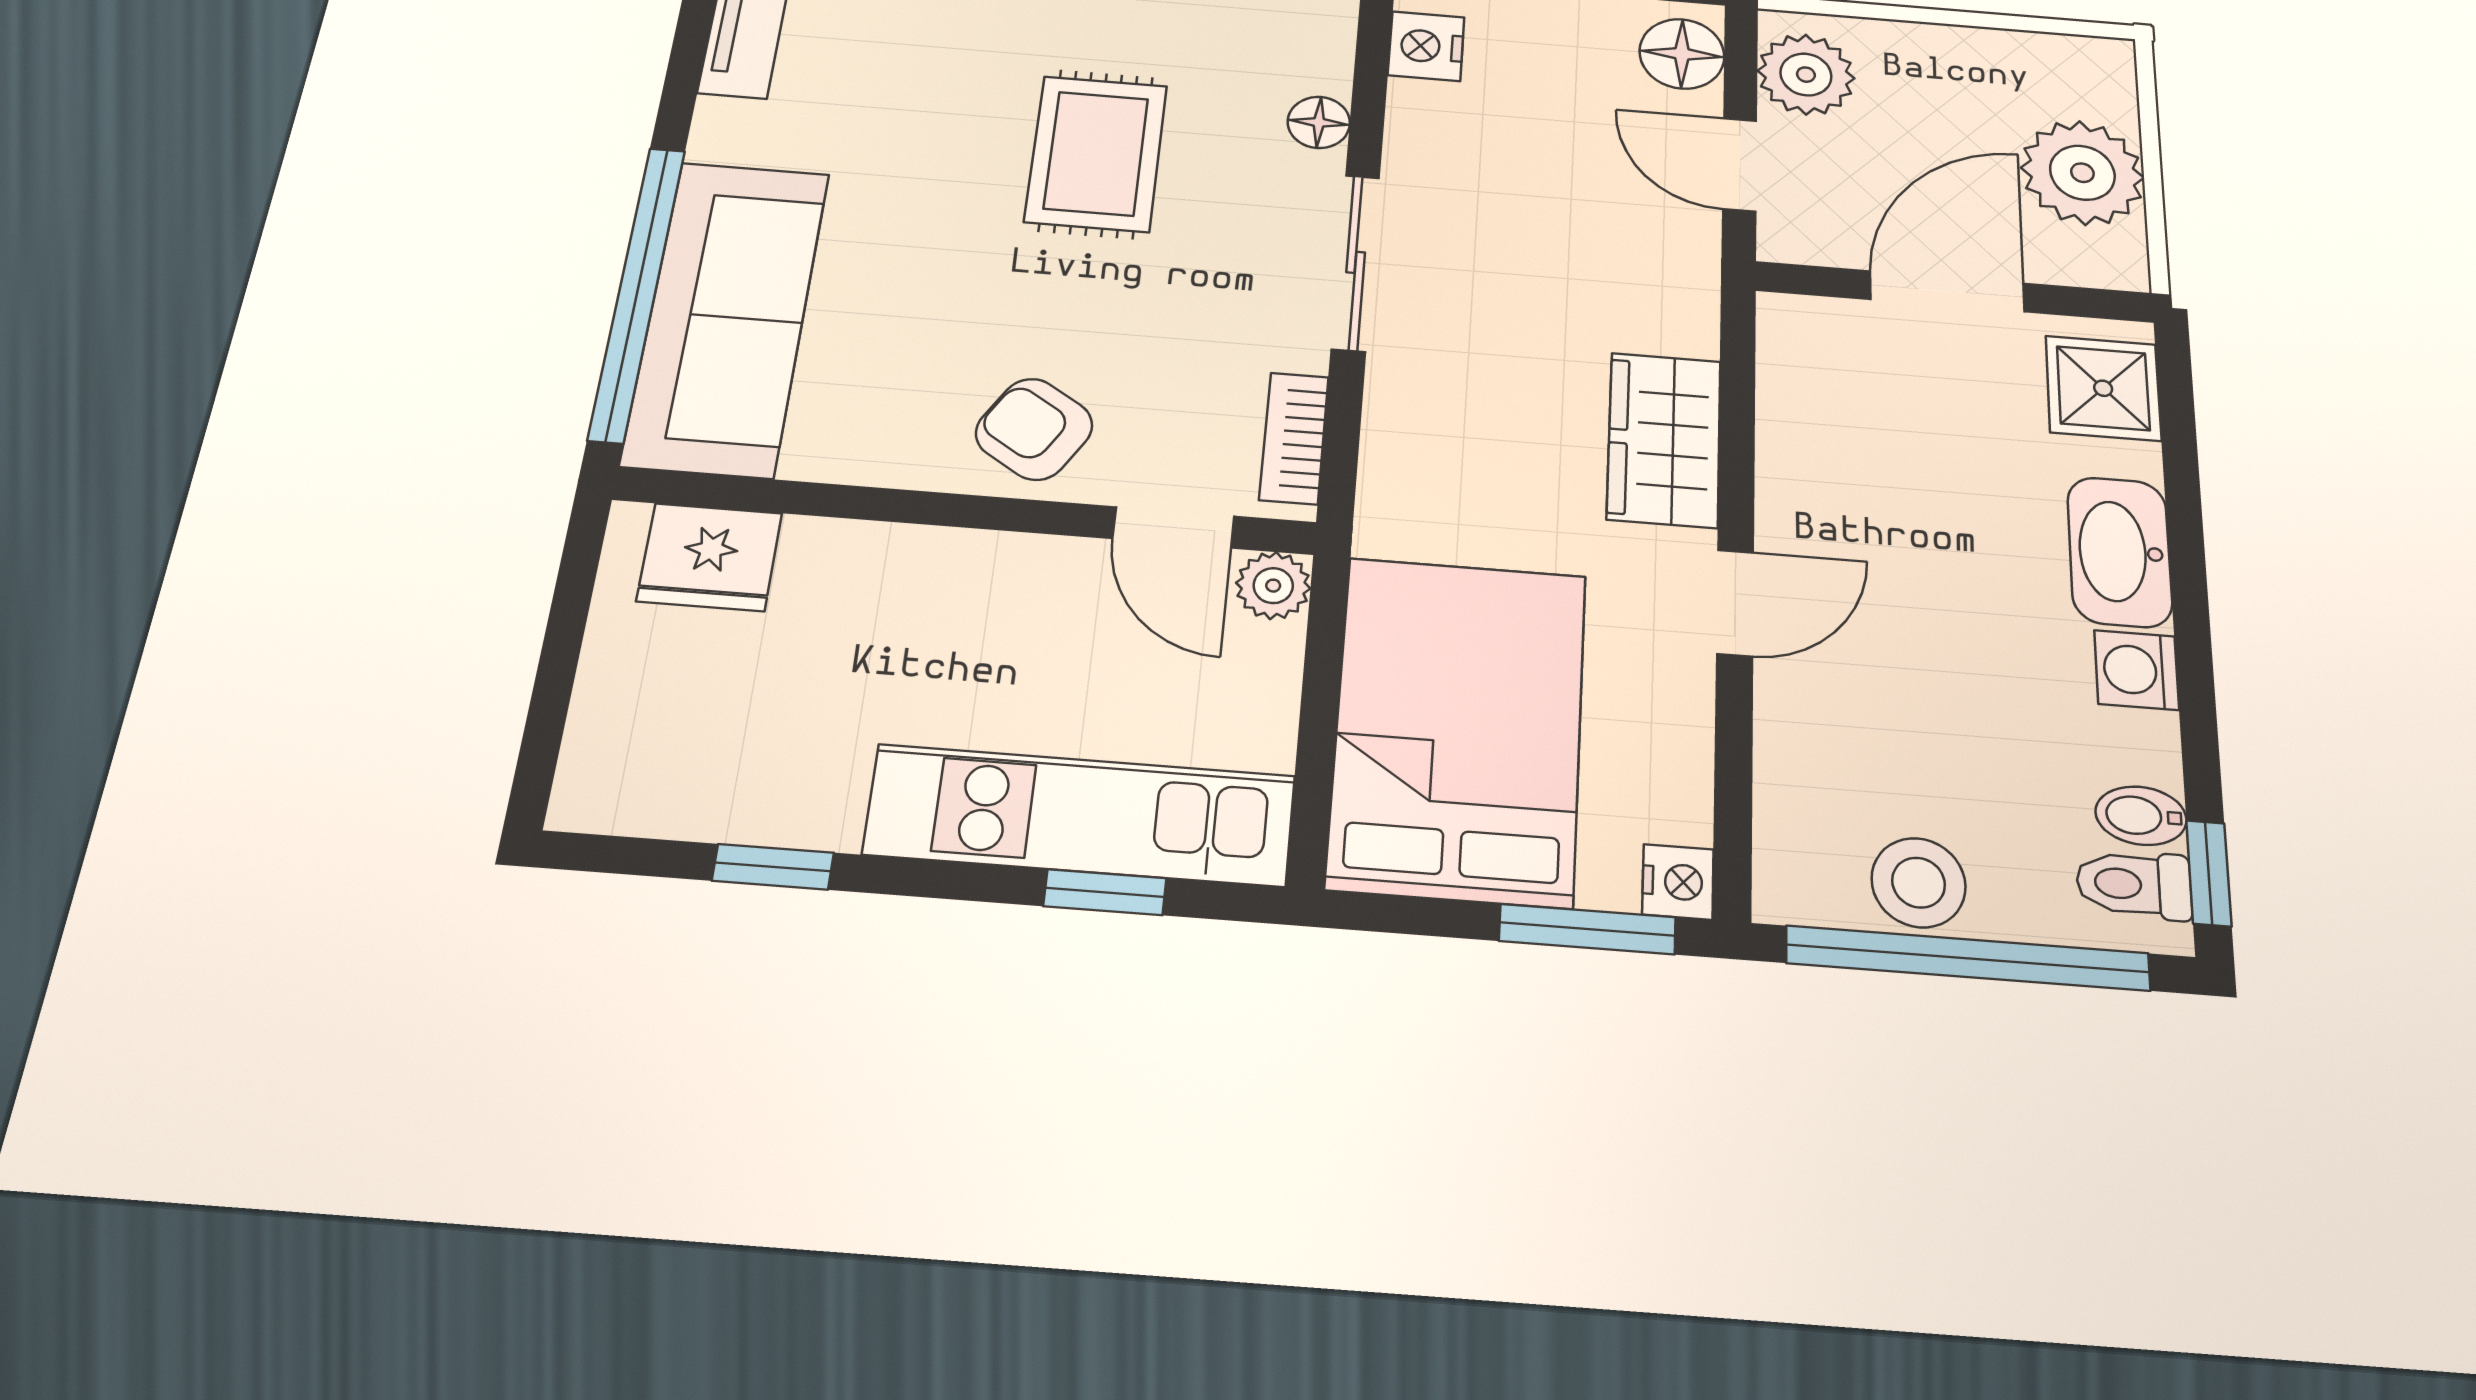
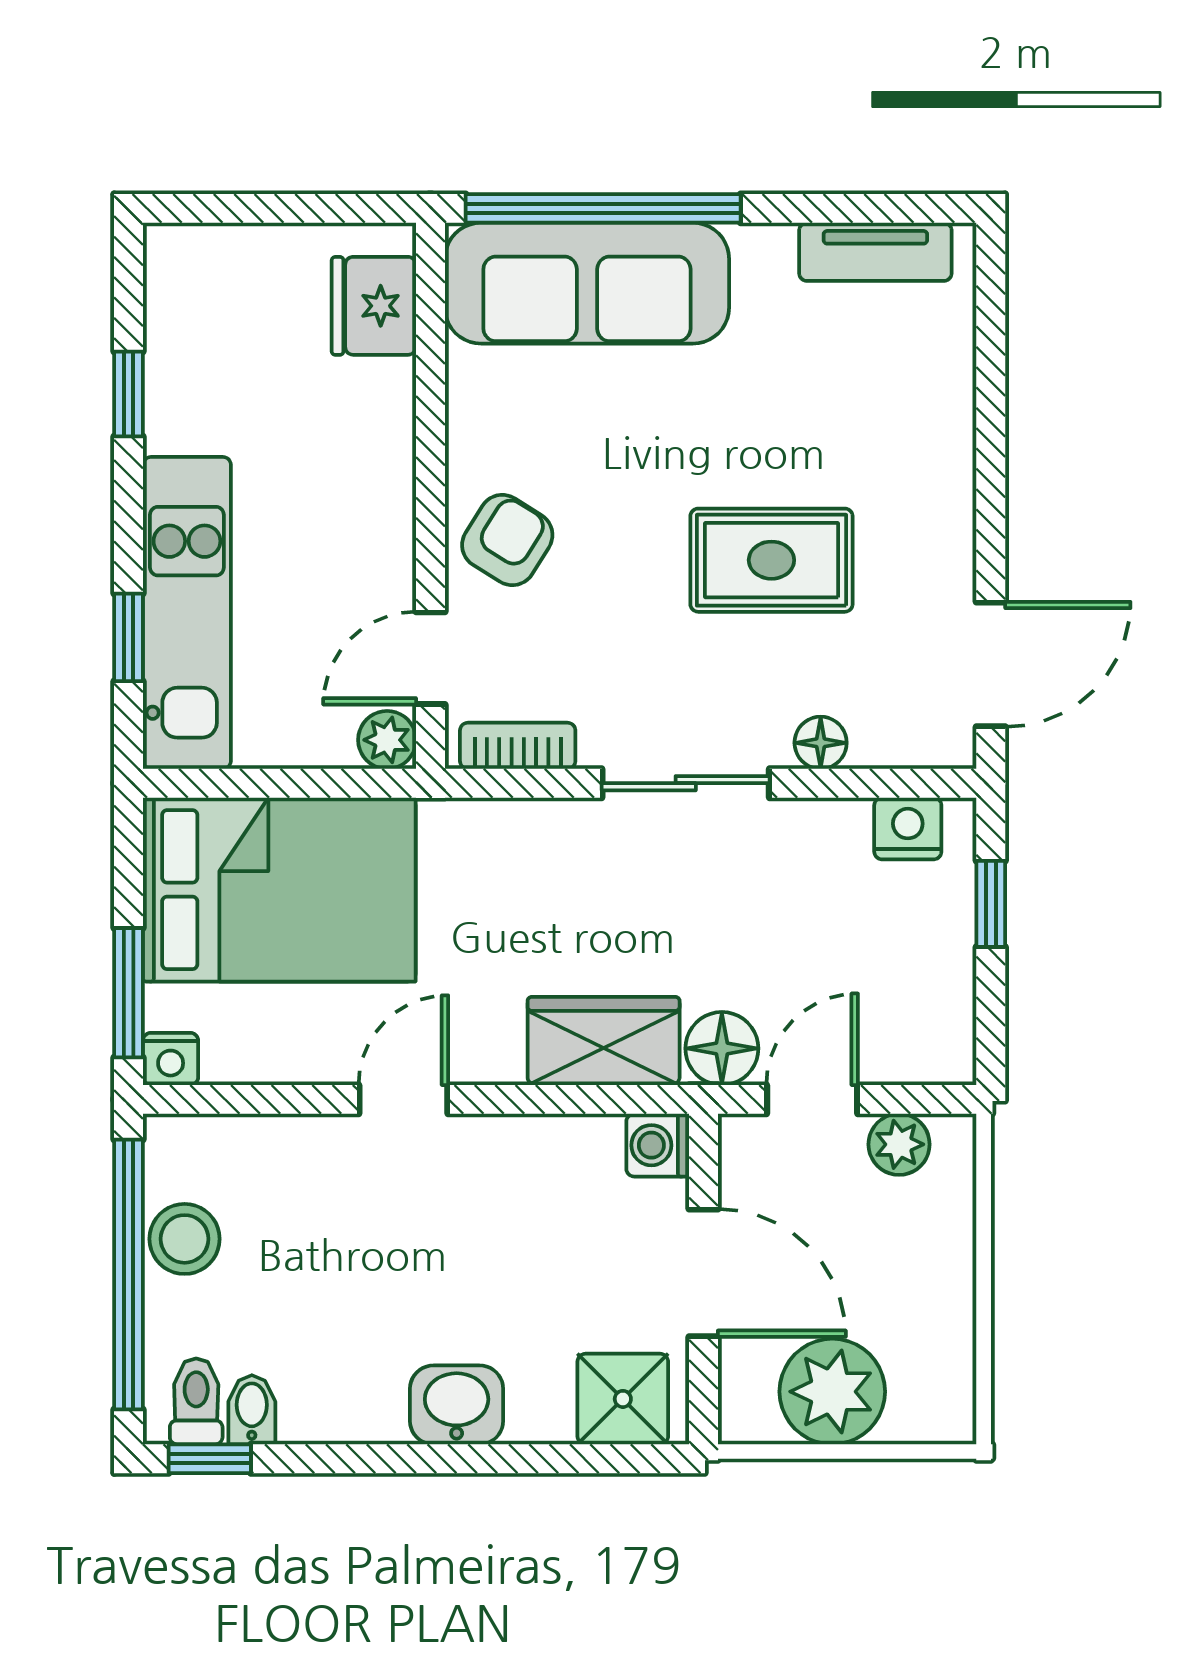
floor lamp: (1682, 54) -> (722, 1048), moved
plant: (1806, 75) -> (899, 1144), width x0.73, depth x0.73
wardrobe: (1664, 440) -> (604, 1041), moved
washbasin: (2120, 552) -> (457, 1405), width x0.72
door: (1735, 603) -> (403, 1099), swing flipped
washing machine: (2137, 670) -> (658, 1145), moved, turned -90

